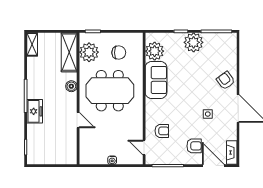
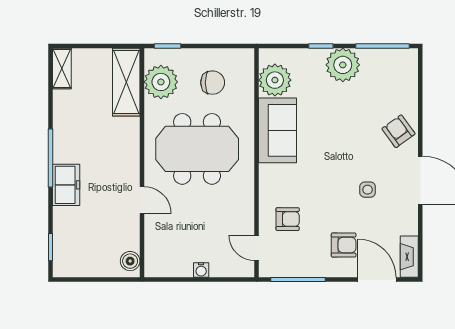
boiler: (71, 86) -> (130, 261), moved

